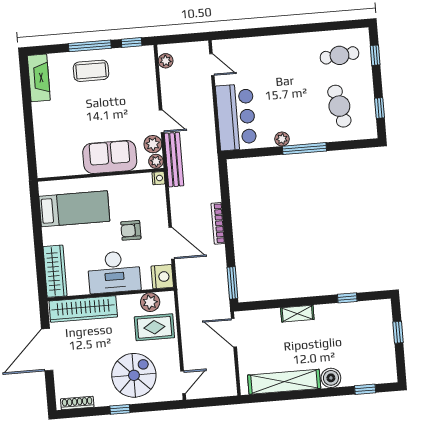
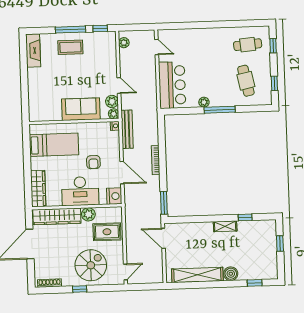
bench: (174, 160) -> (127, 129), moved
armchair: (131, 230) -> (93, 162), turned -90
plant: (150, 302) -> (88, 214), moved
shelving: (297, 314) -> (225, 226), moved

